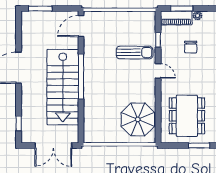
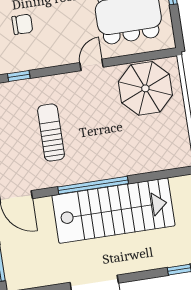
sun lounger: (135, 53) -> (51, 133), moved
door: (158, 71) -> (91, 65), moved

